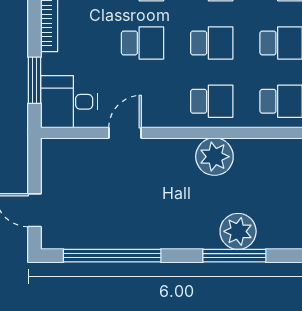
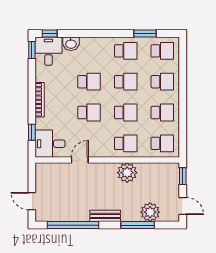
window: (35, 80) -> (32, 132), width x0.67
plant: (238, 231) -> (150, 212), moved
bench: (173, 238) -> (105, 216), added

